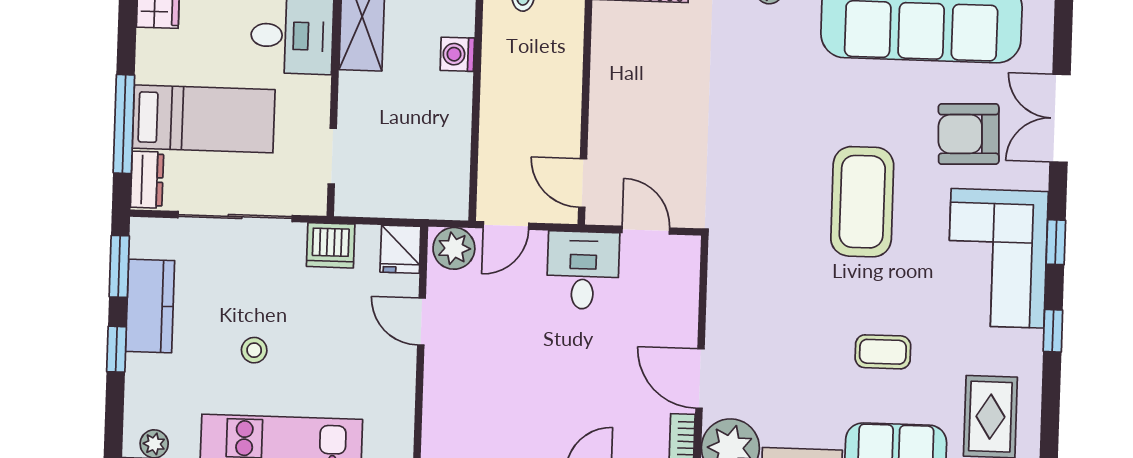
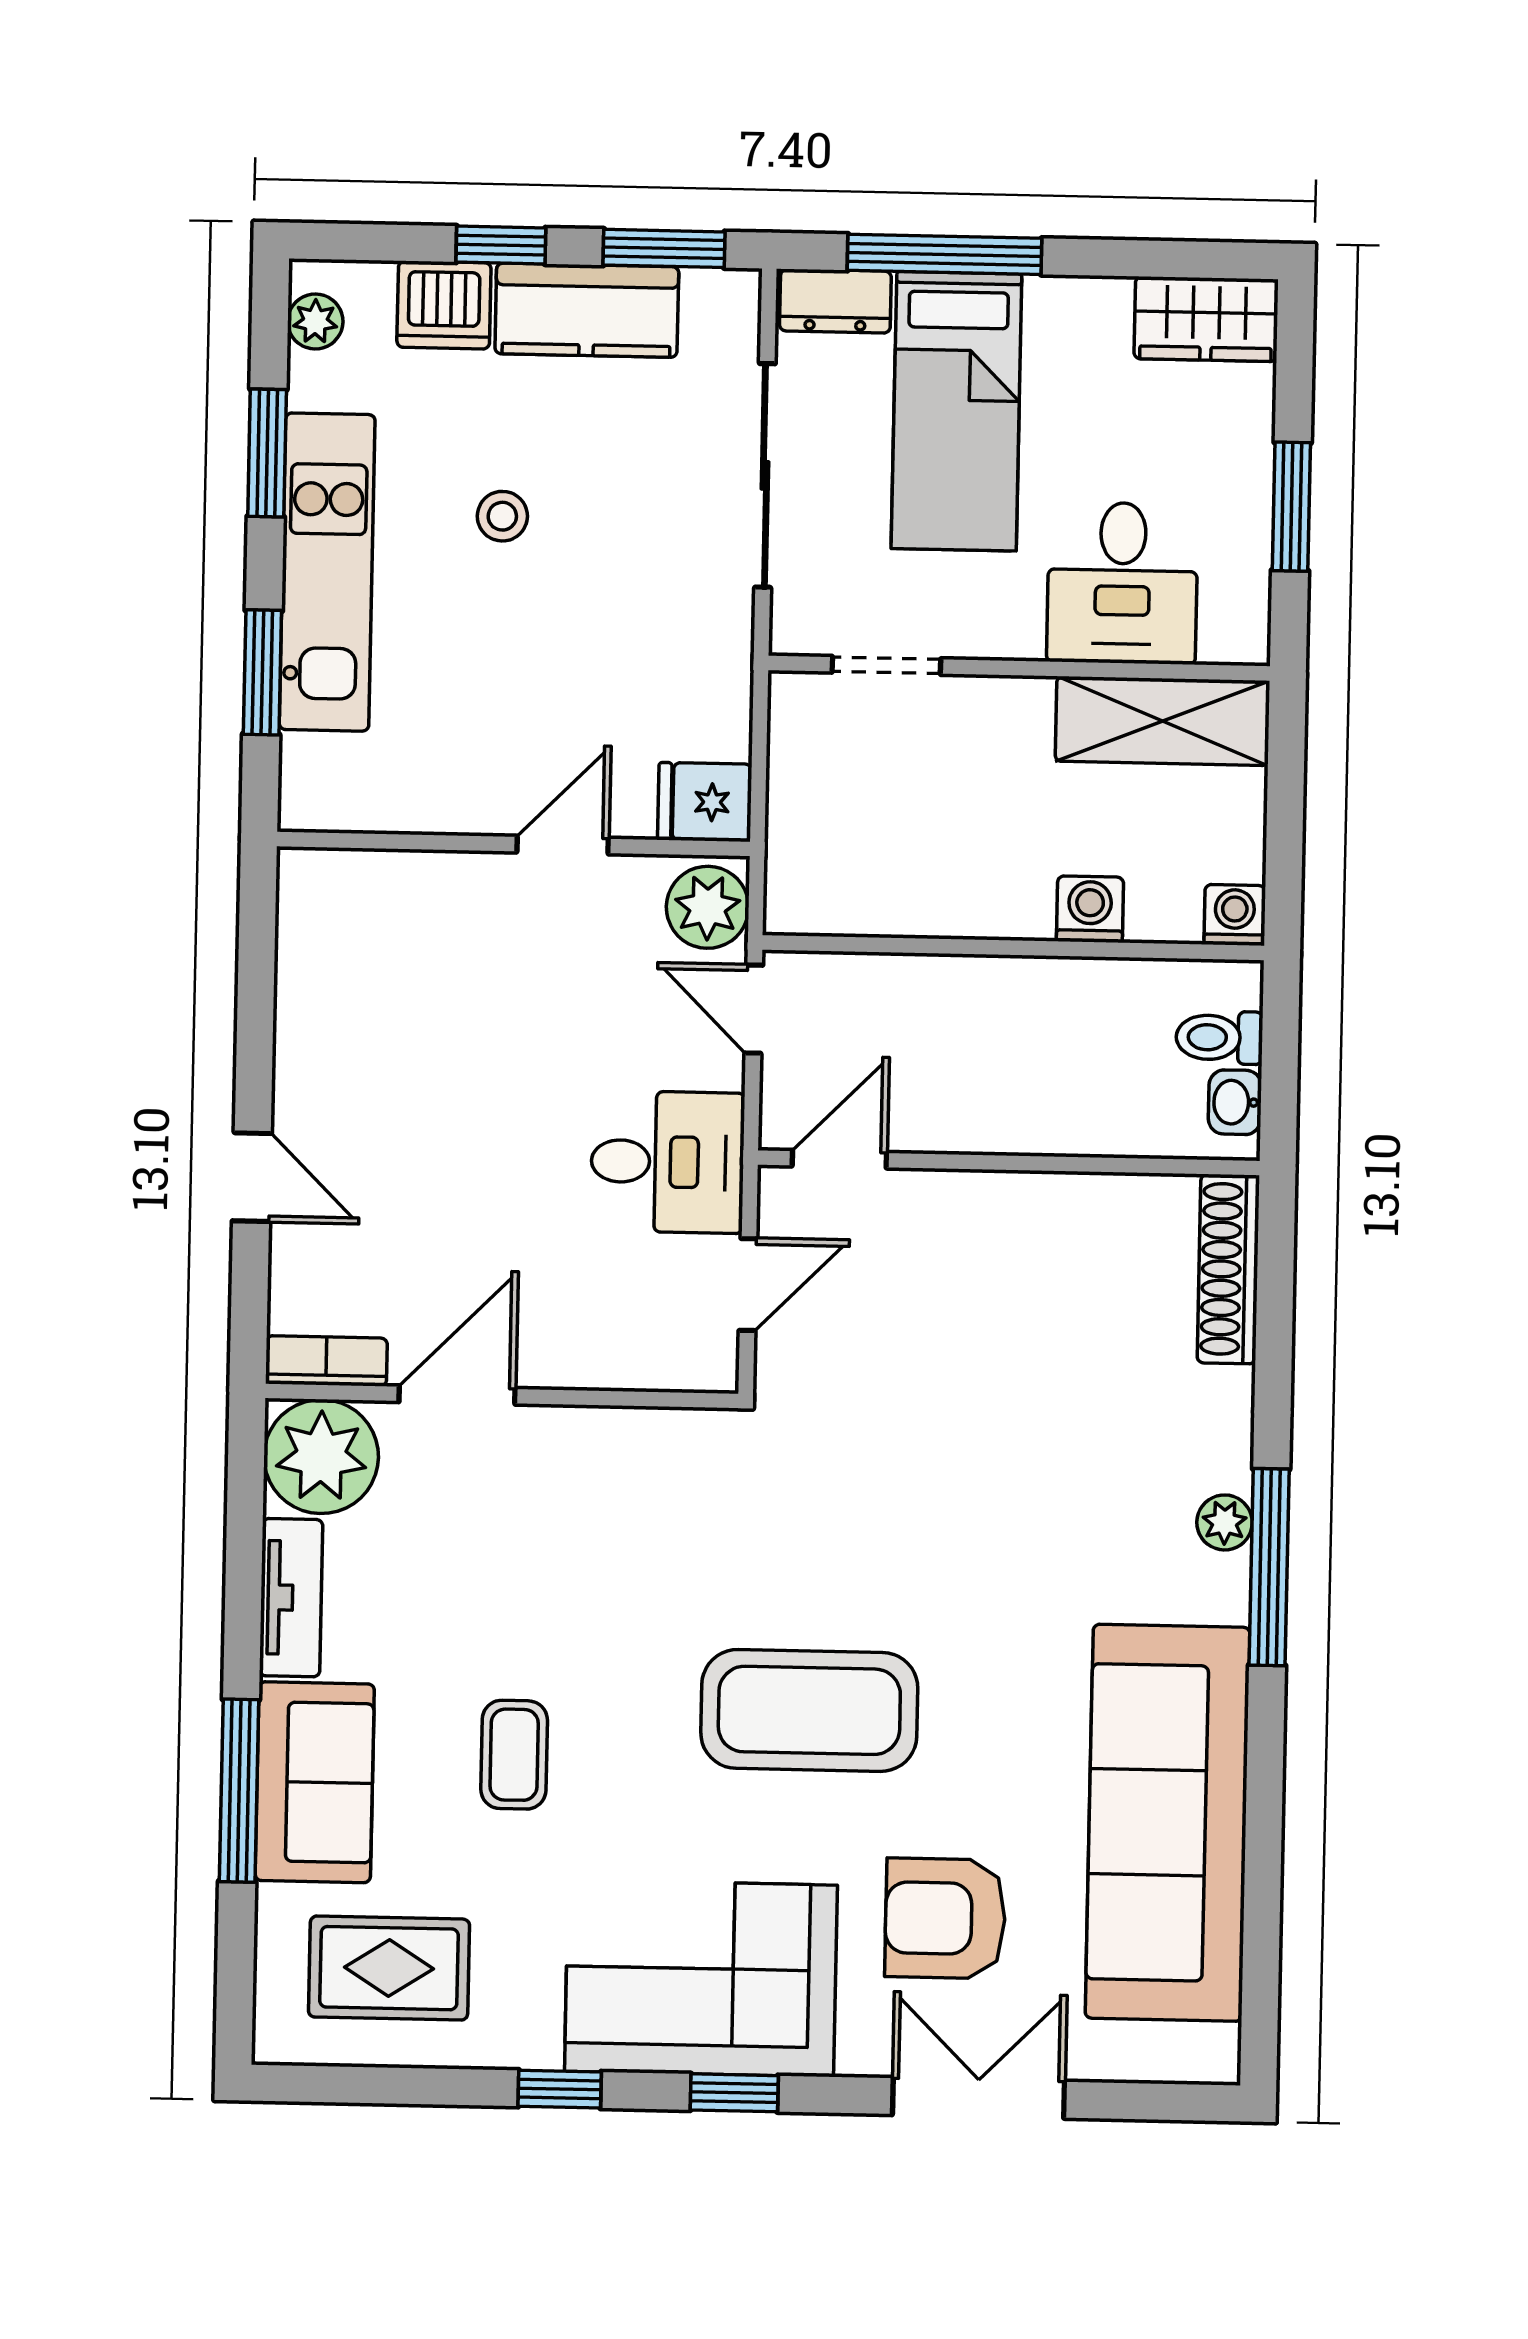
armchair: (969, 134) -> (945, 1918), turned -88
dishwasher: (331, 245) -> (444, 305), moved, turned -90

